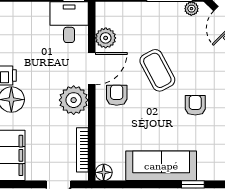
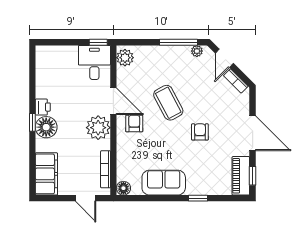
plant: (106, 38) -> (125, 58), moved
door: (92, 69) -> (113, 101), hinge flipped
sofa: (161, 166) -> (164, 183), width x0.73

